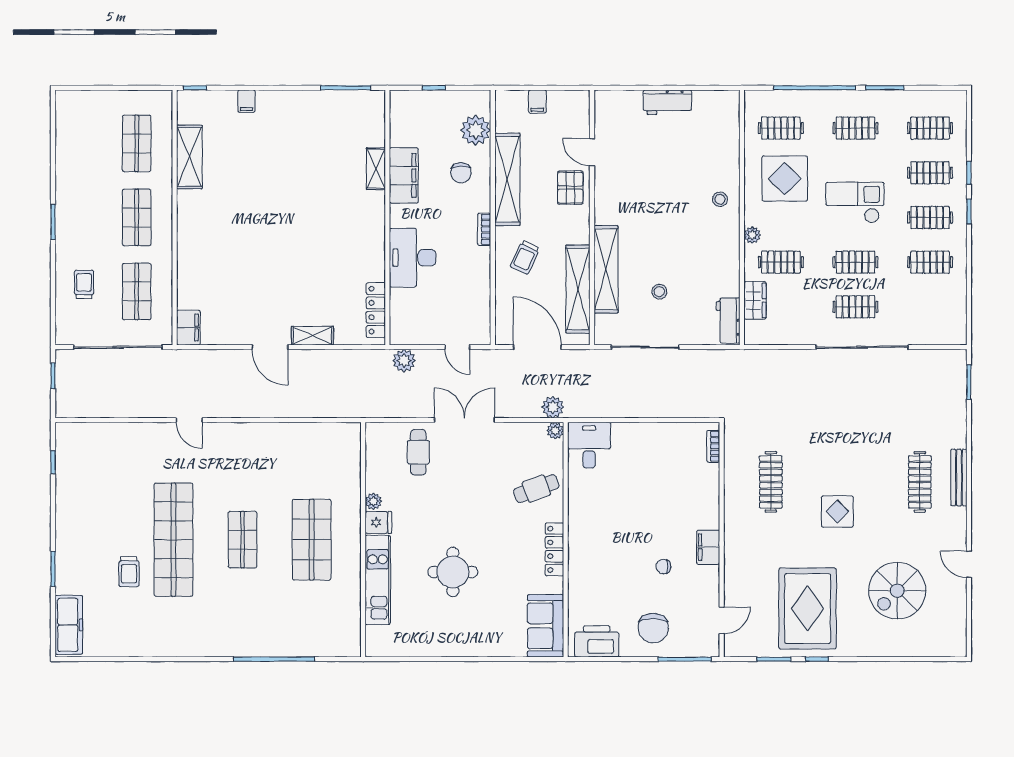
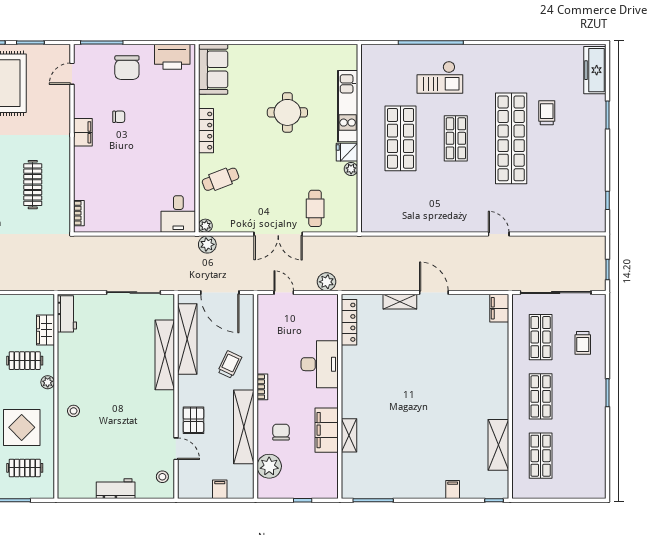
stool: (659, 292) -> (162, 477), moved
checkout: (263, 616) -> (440, 77), added
chair: (653, 628) -> (127, 68), turned 180

